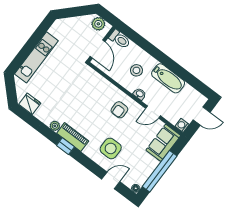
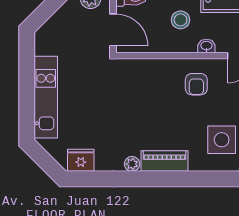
window: (65, 146) -> (164, 179), removed

